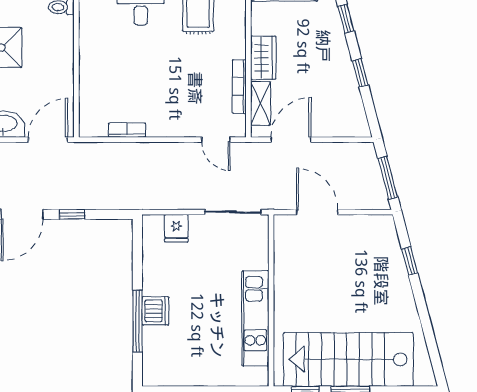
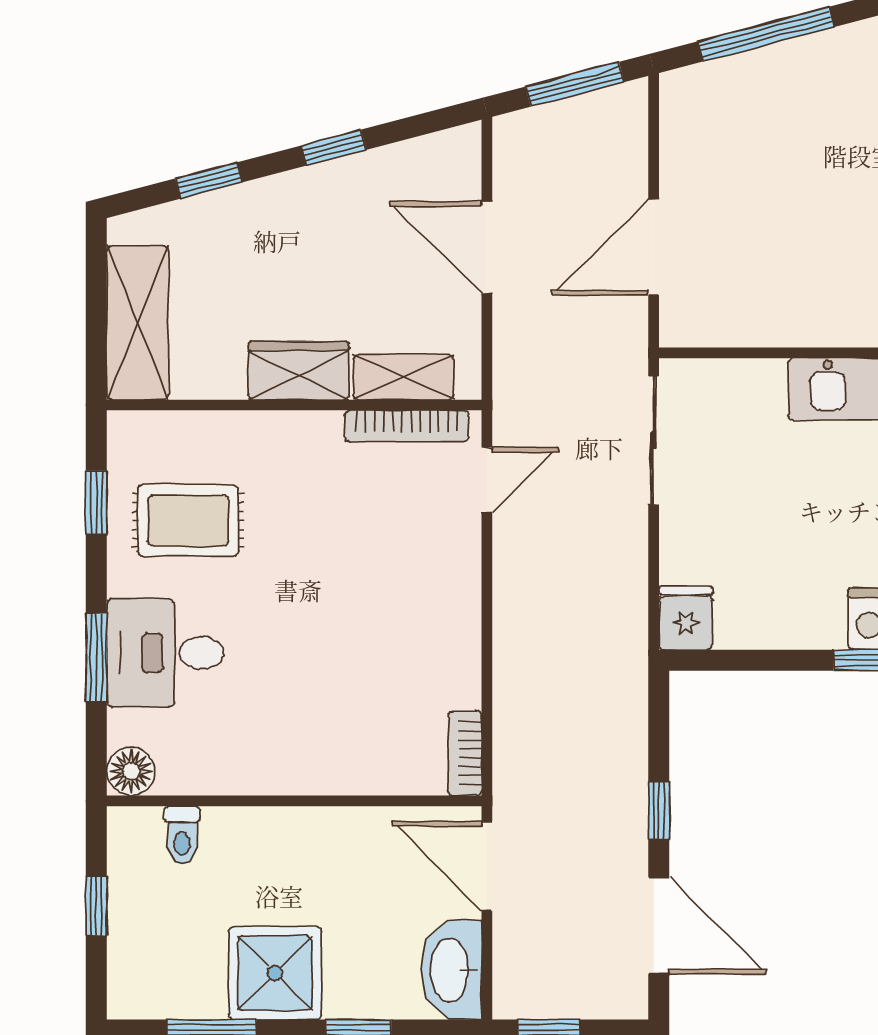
bookcase: (239, 87) -> (407, 426), moved
bookcase: (127, 130) -> (465, 753), moved
door: (291, 140) -> (487, 248), moved
fridge: (176, 228) -> (686, 618), moved, turned -90
window: (410, 261) -> (766, 34), width x2.17

